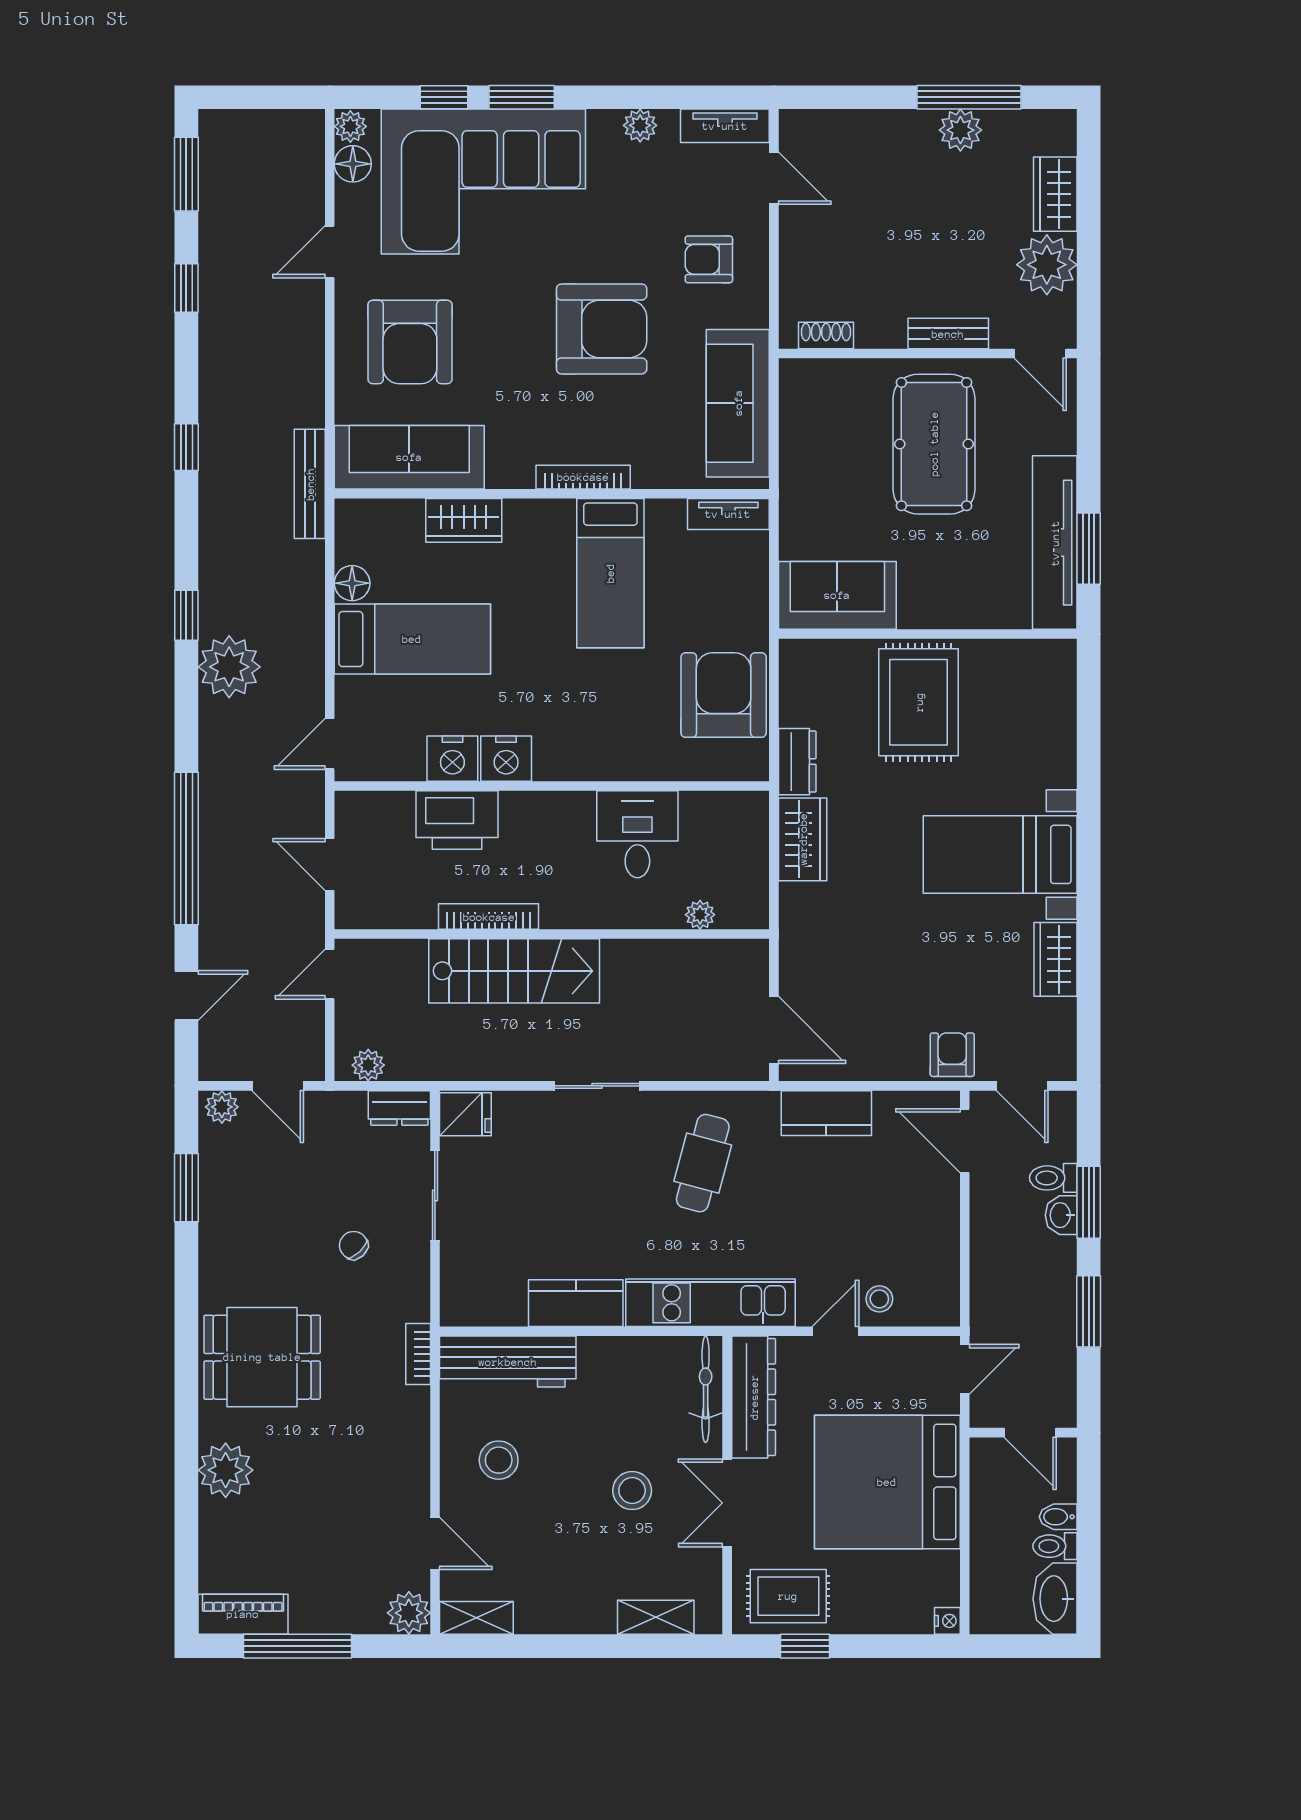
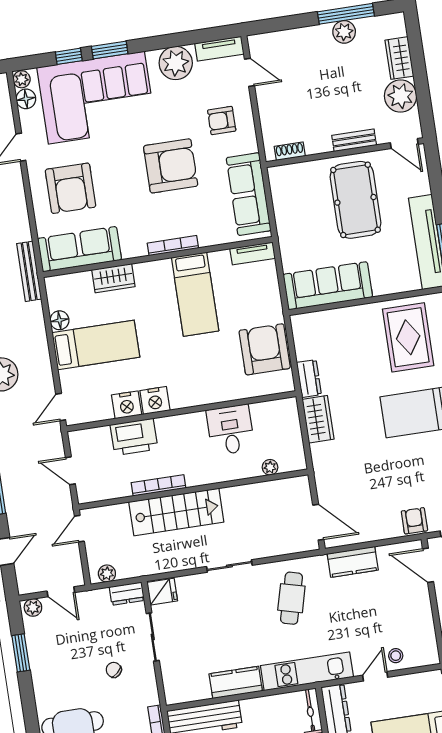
plant: (640, 125) -> (176, 63), width x1.87, depth x1.87
sofa: (837, 595) -> (328, 286), width x1.36
rug: (919, 702) -> (408, 337), moved

